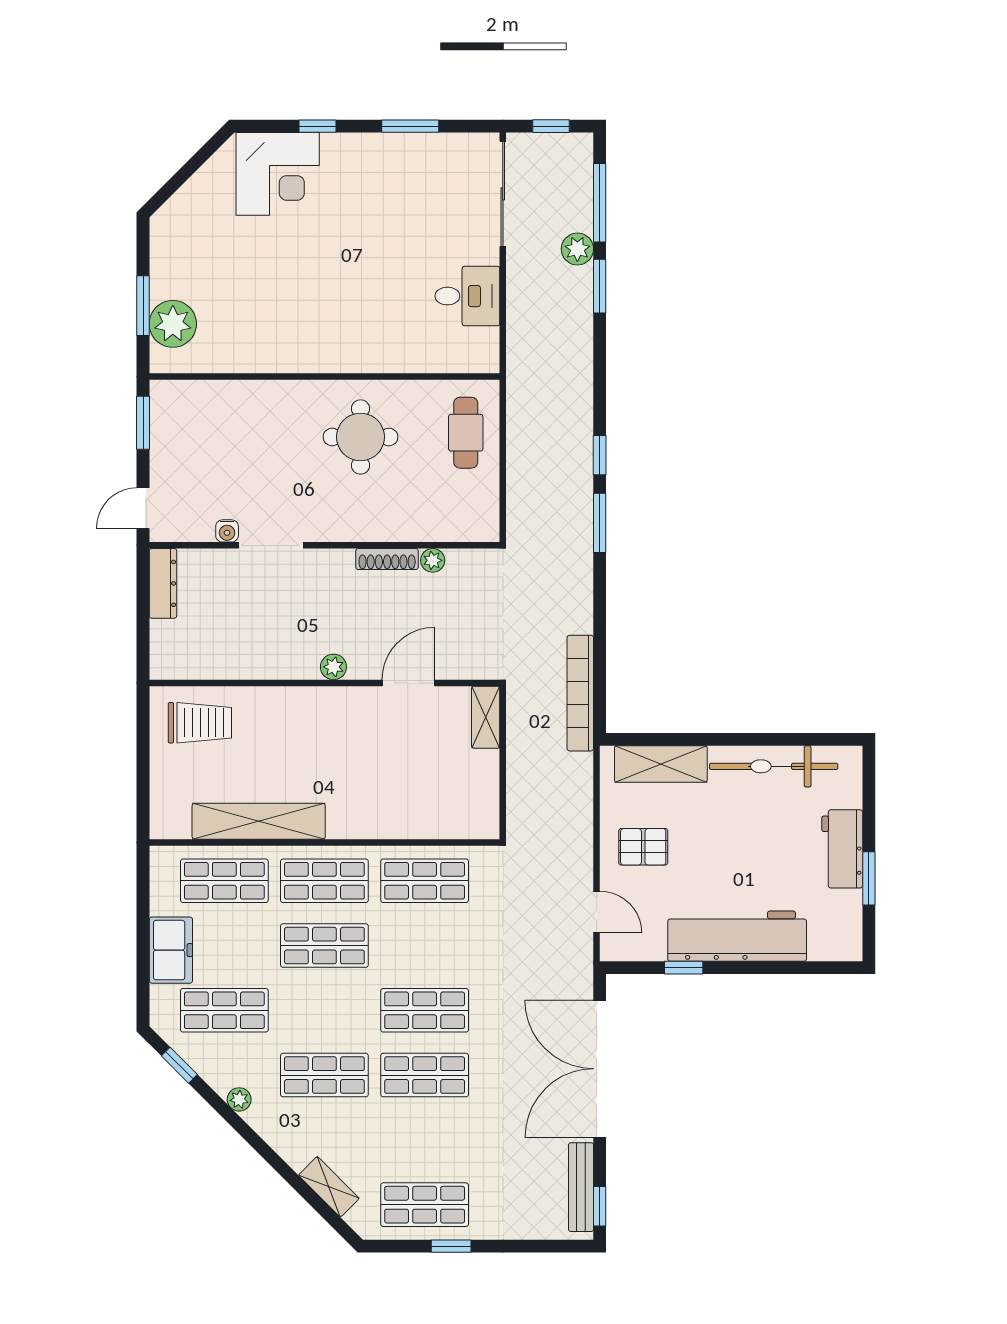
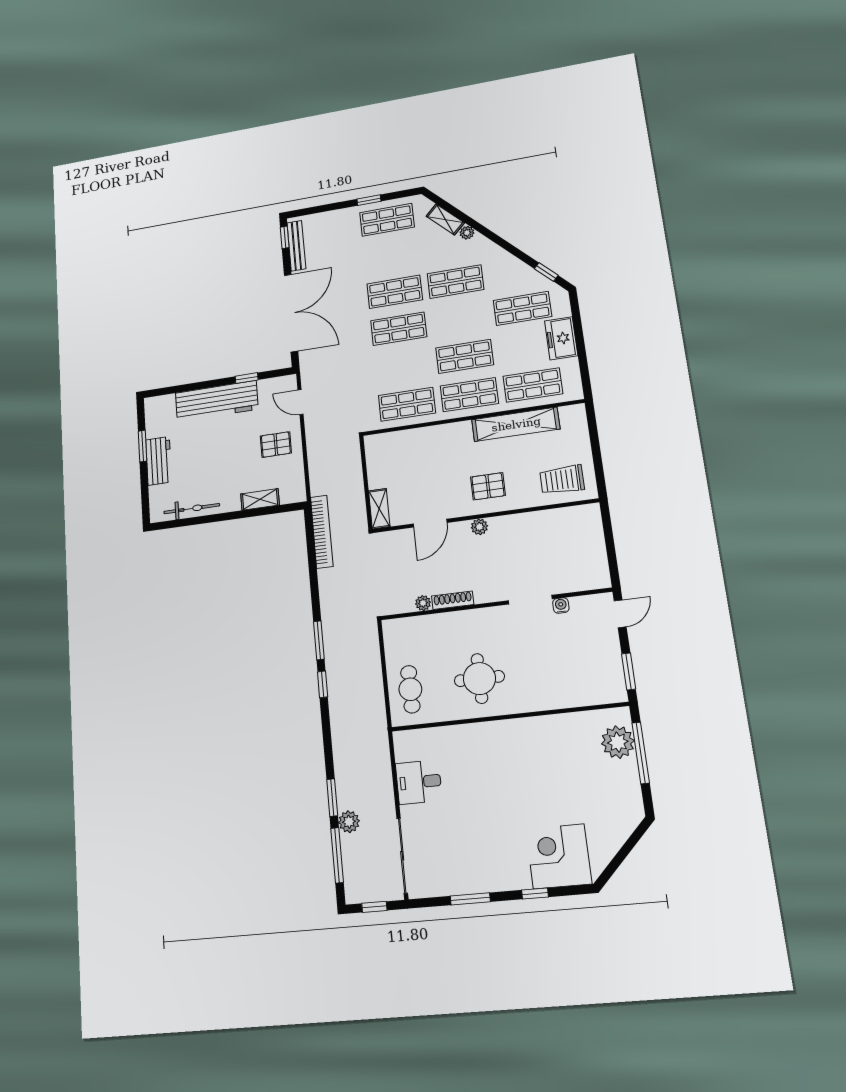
window: (143, 306) -> (641, 753), width x1.44
dresser: (163, 583) -> (599, 566), removed
pallet: (313, 729) -> (488, 486), added
shelving: (661, 764) -> (260, 499), width x0.67, depth x0.75
bicycle: (774, 766) -> (192, 509), width x0.73, depth x0.71
plant: (239, 1099) -> (467, 233), moved

